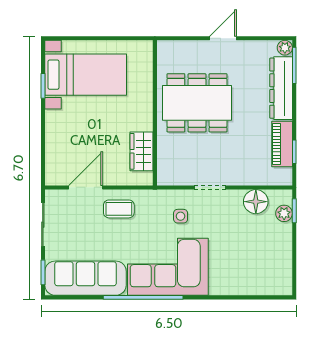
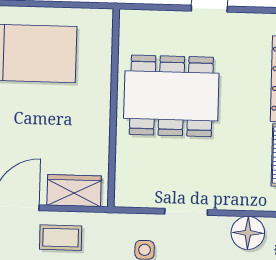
wardrobe: (142, 151) -> (74, 191), moved, turned 90

